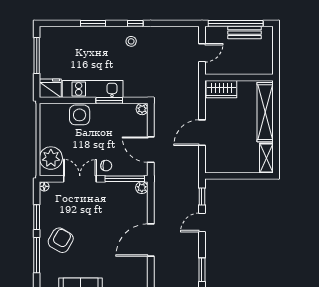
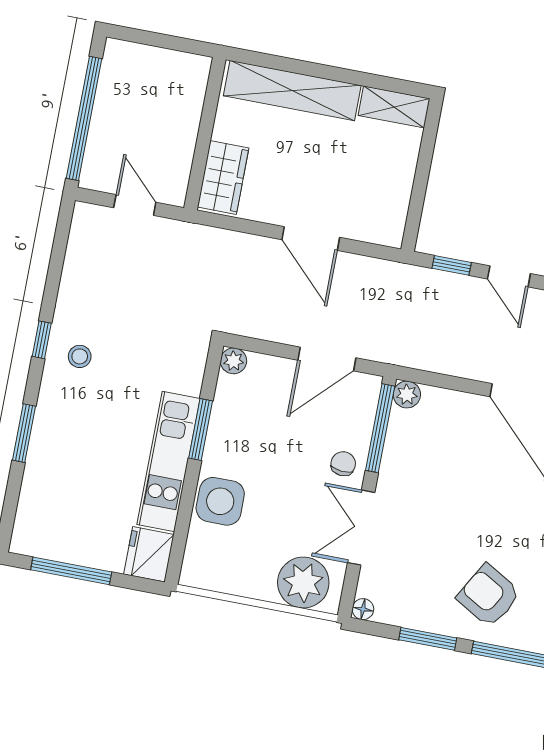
bench: (244, 33) -> (108, 103), removed

